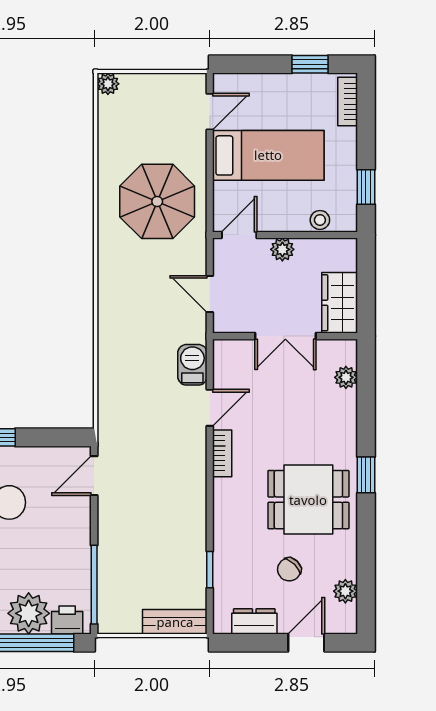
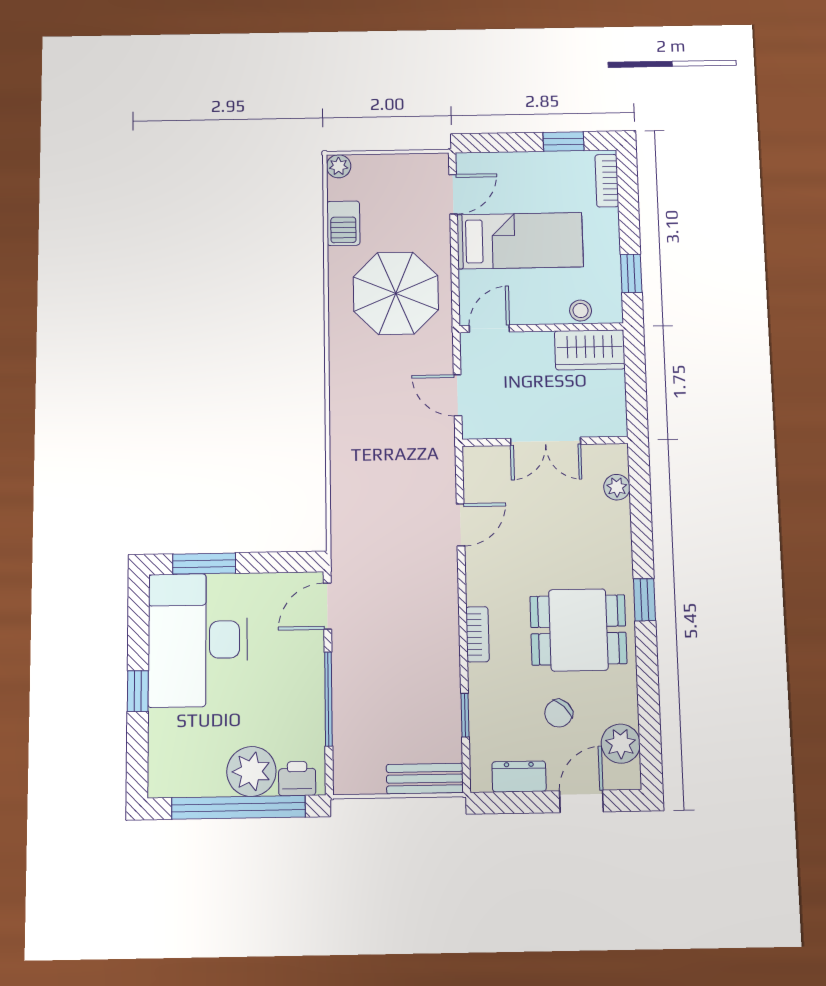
plant: (282, 249) -> (539, 344), removed
wardrobe: (340, 303) -> (590, 350), moved, turned -90
barbecue: (192, 365) -> (343, 223), moved, turned 180
bookcase: (222, 453) -> (477, 634), moved
window: (94, 585) -> (328, 699), moved
plant: (345, 591) -> (621, 744), width x1.38, depth x1.38

